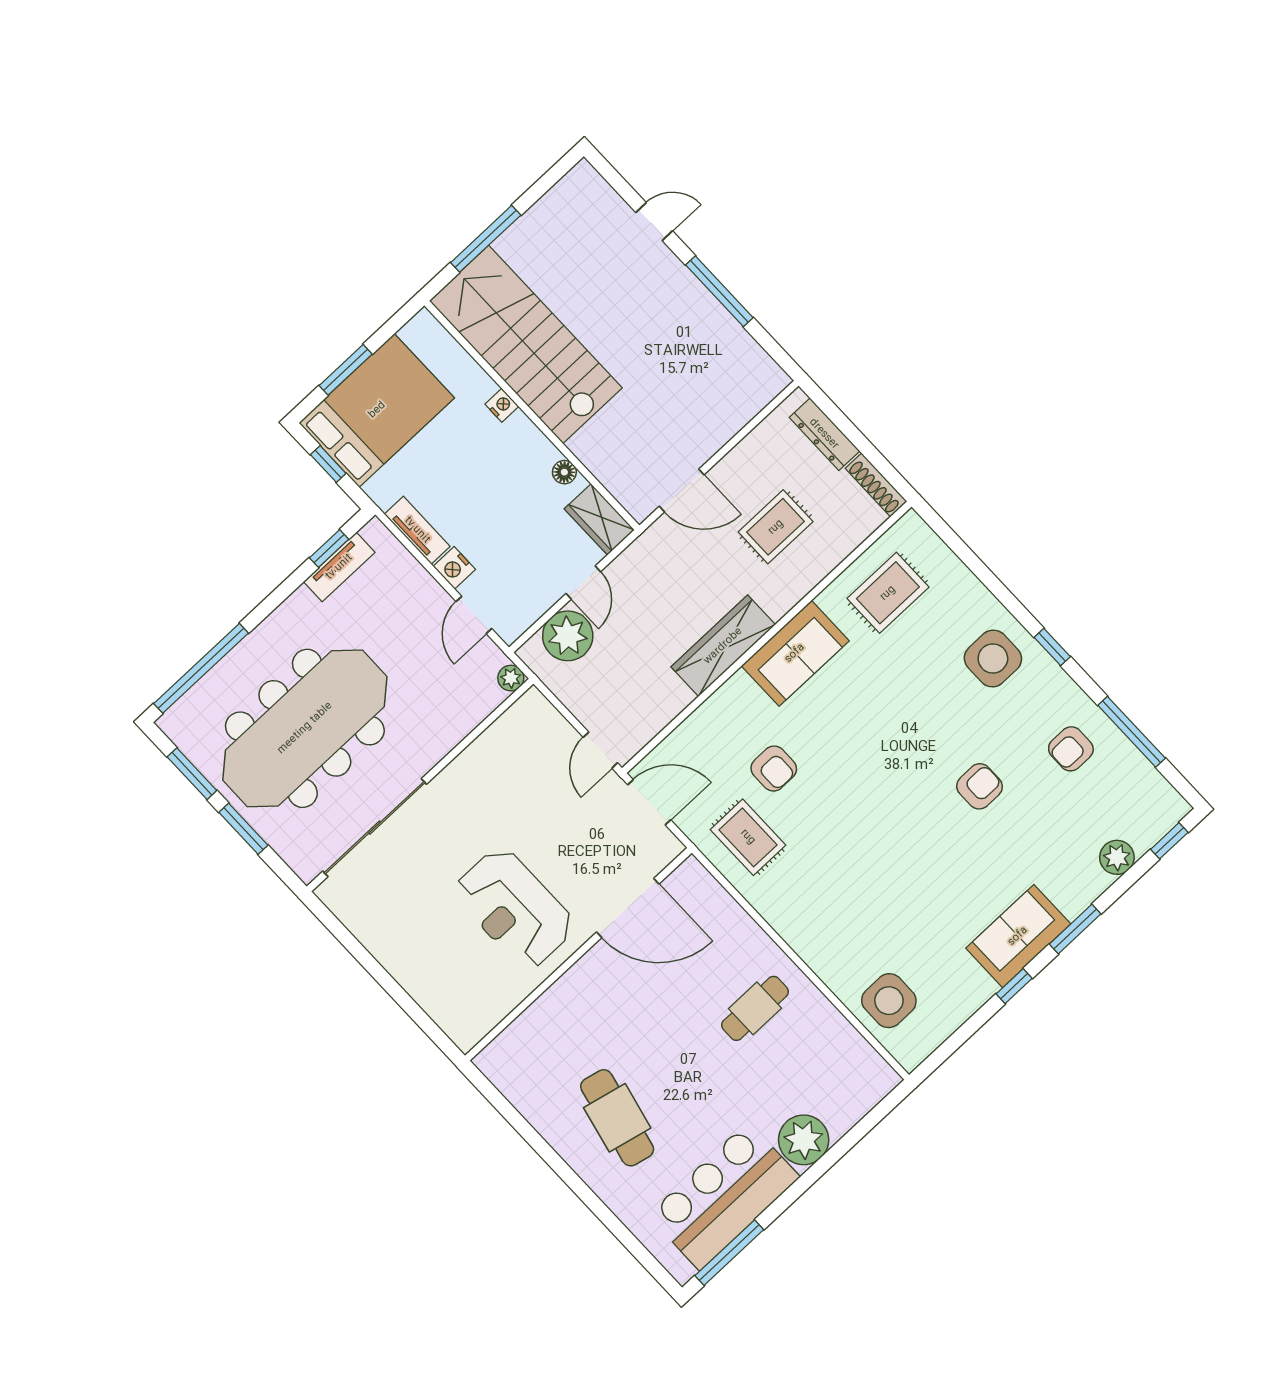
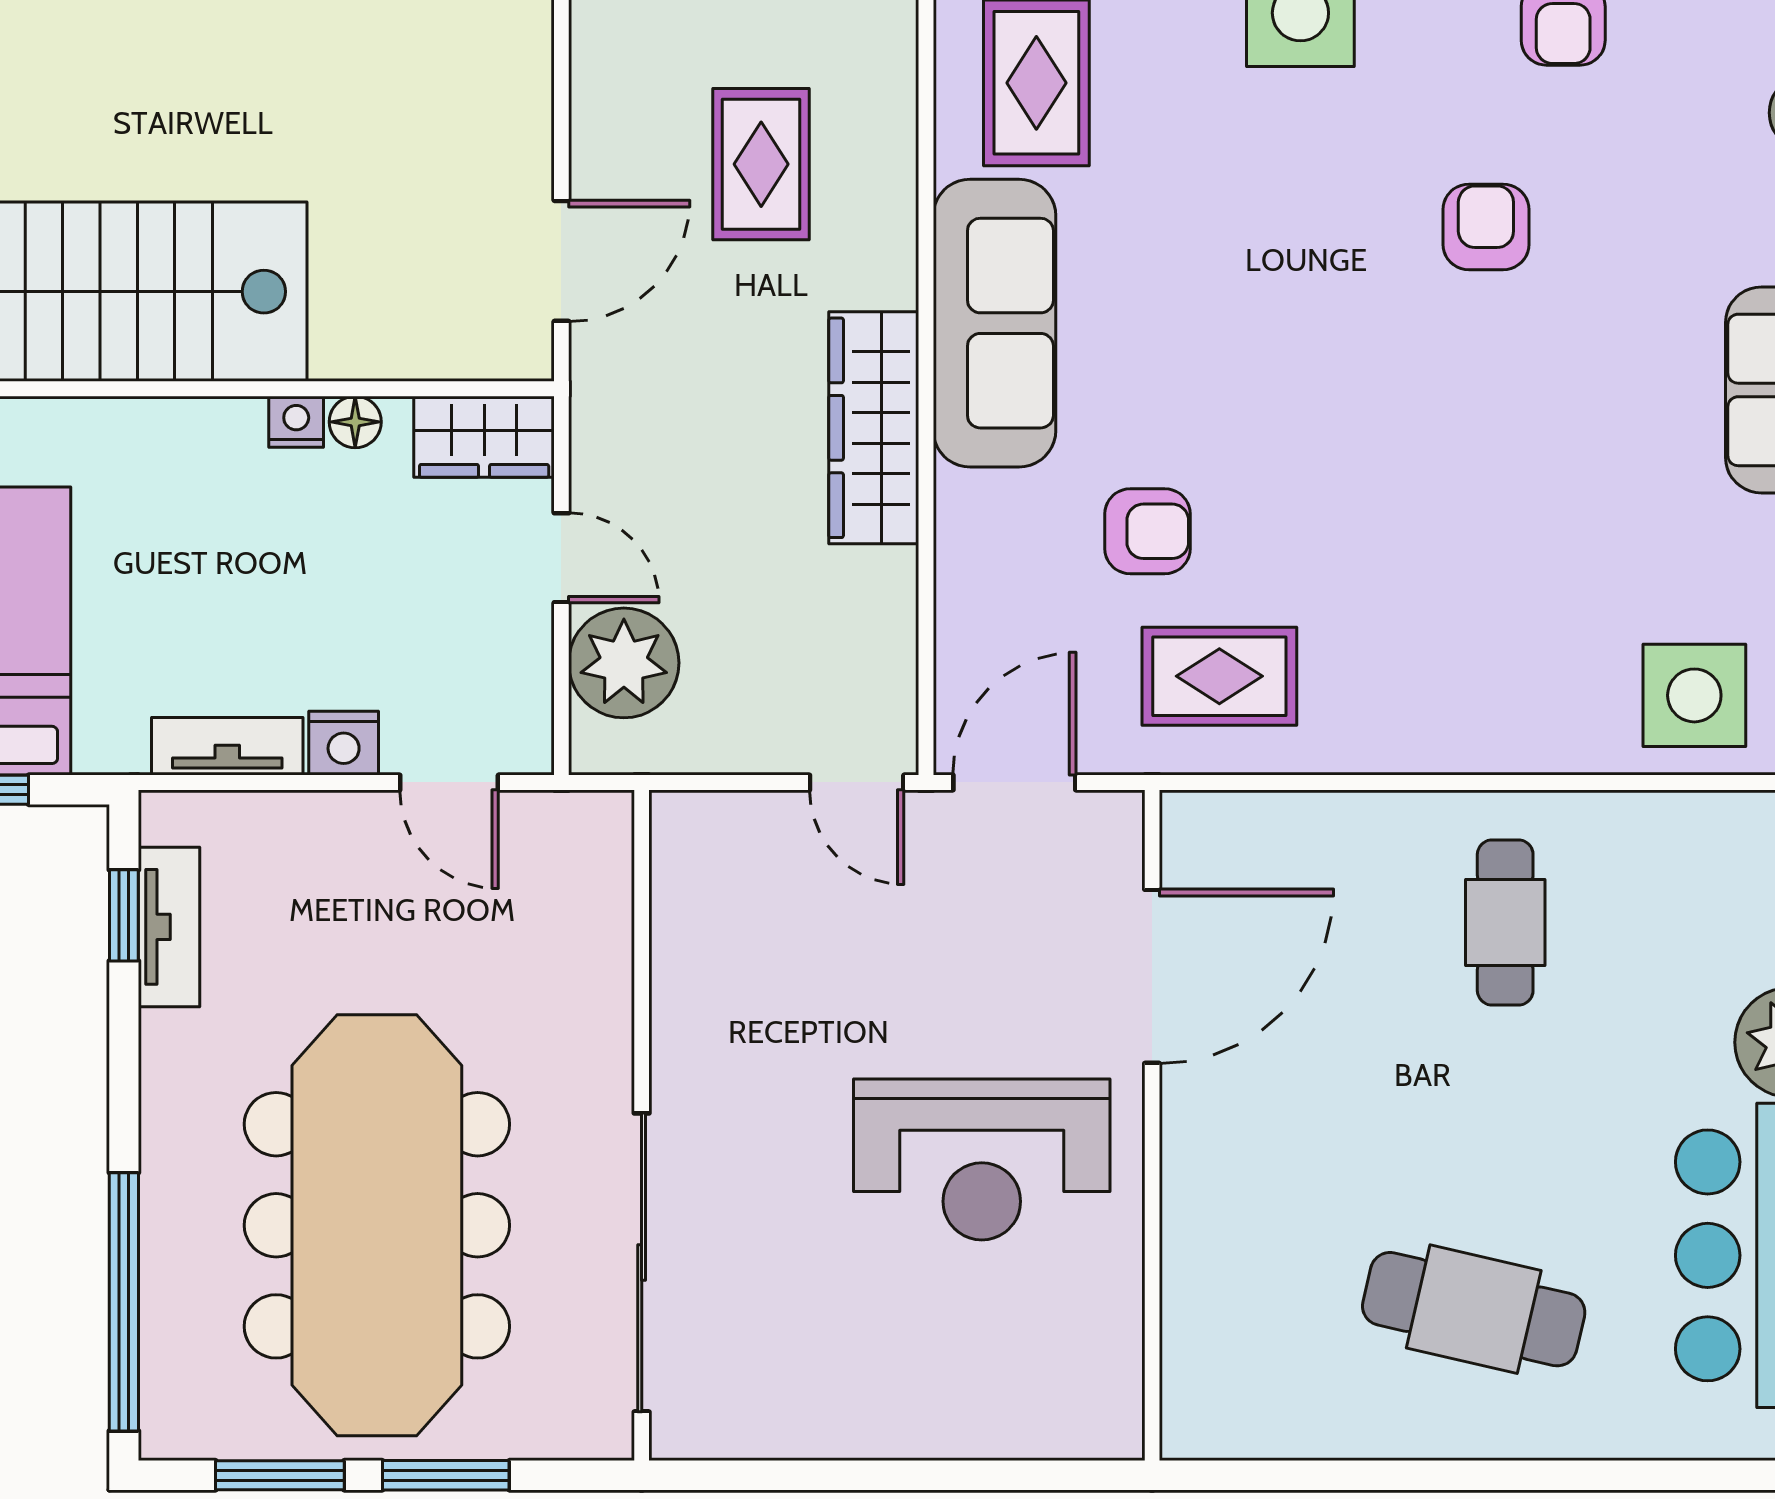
nightstand: (502, 405) -> (296, 422), moved
sofa: (795, 653) -> (995, 323), width x1.36
plant: (511, 678) -> (606, 818), removed

